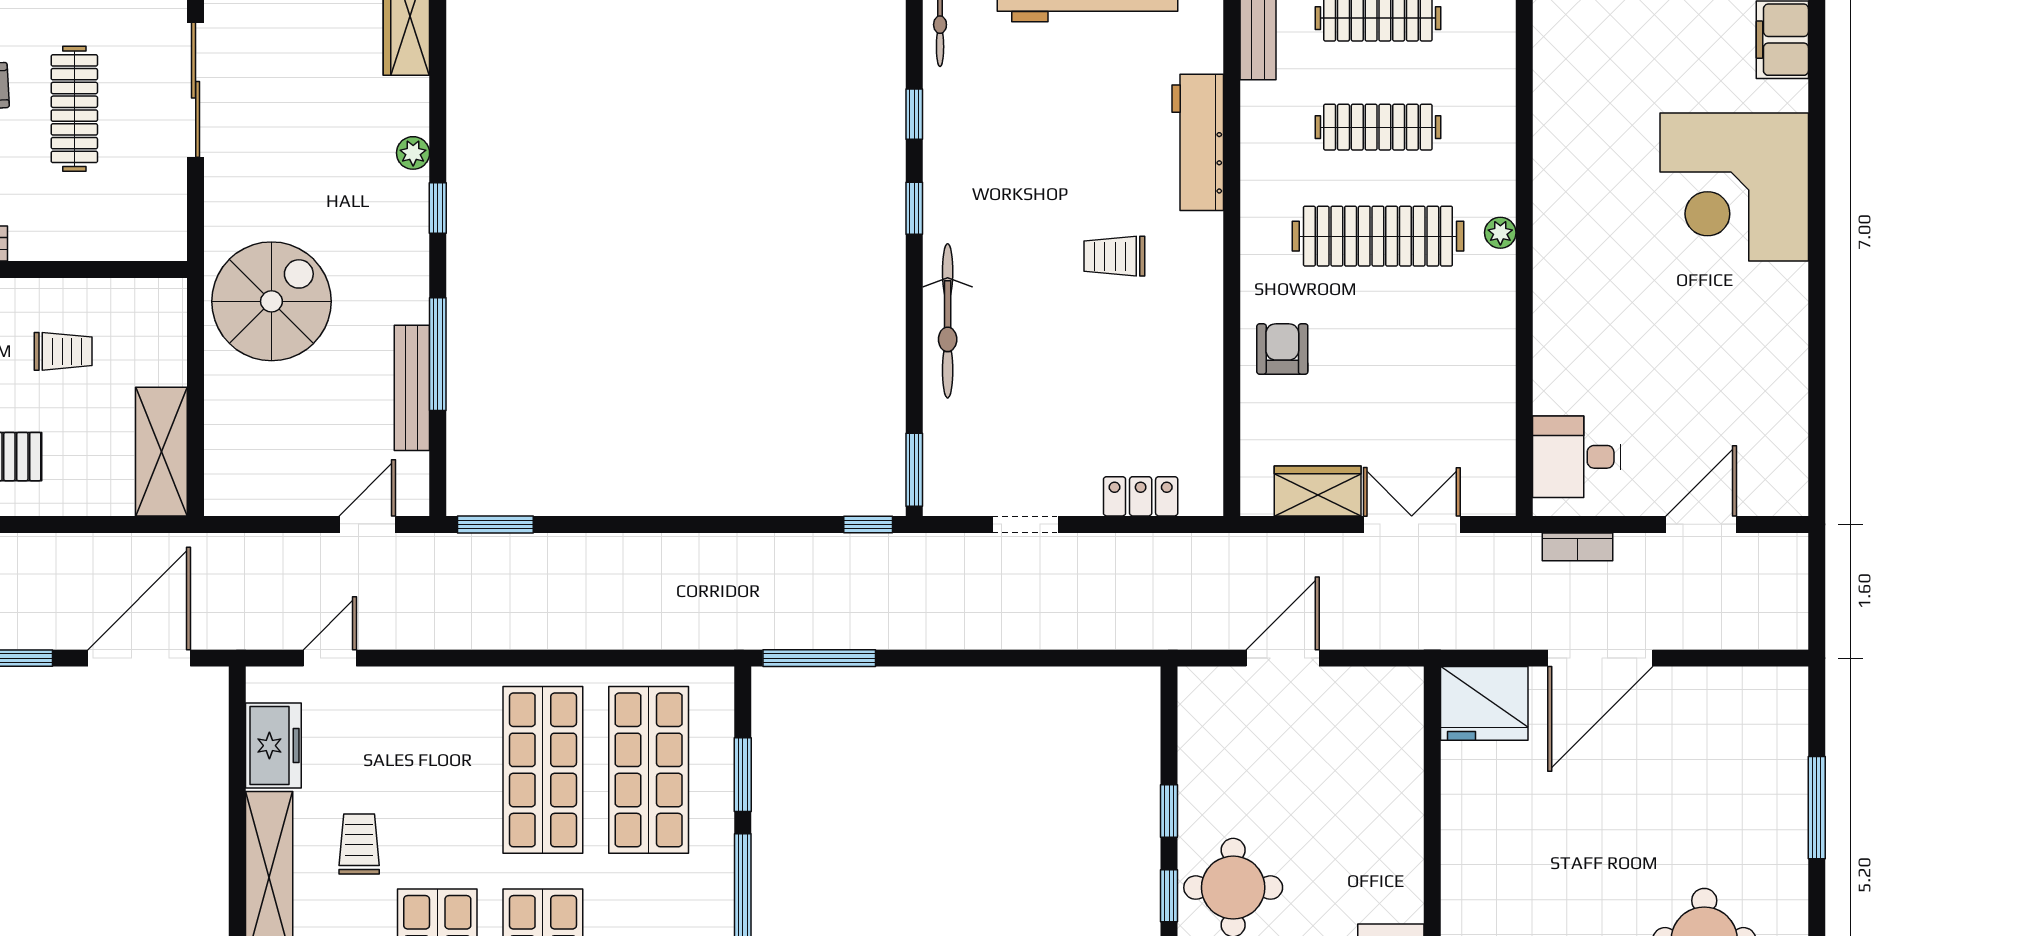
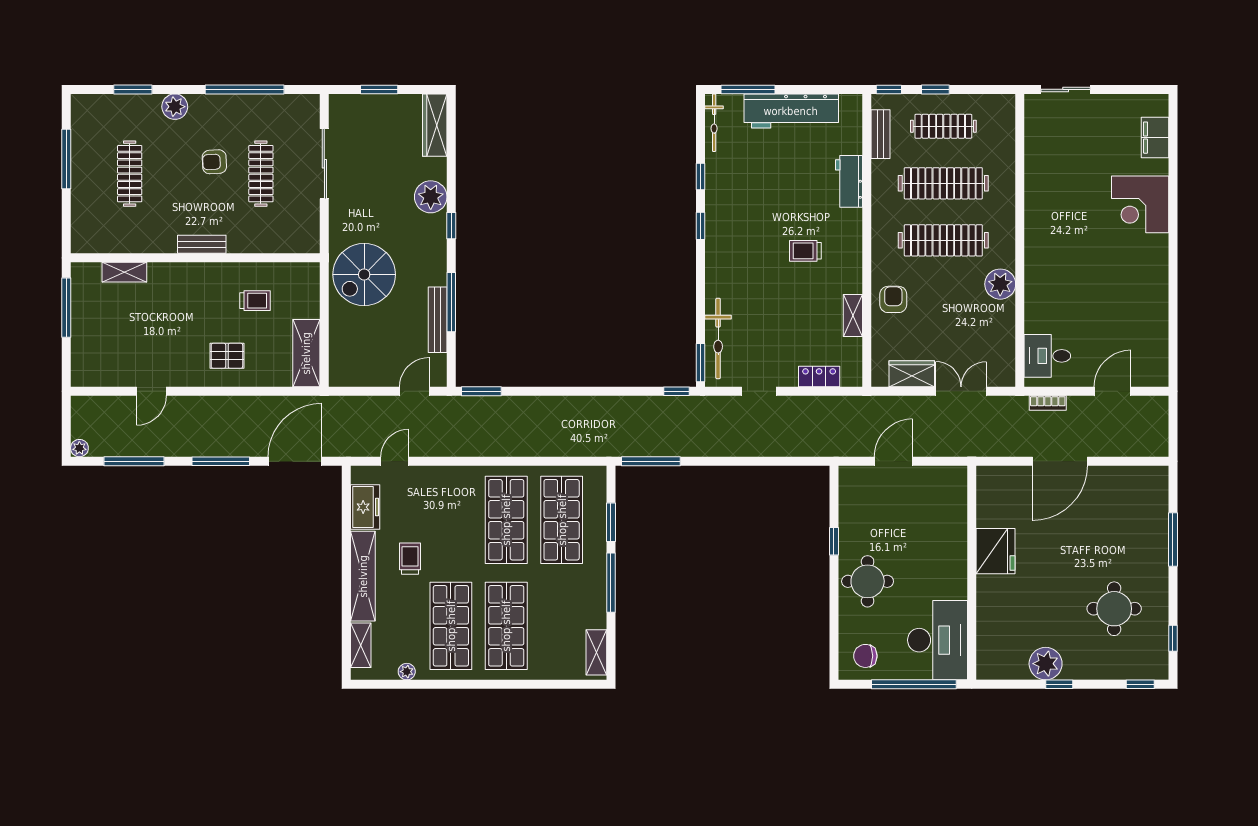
clothes rail: (1378, 127) -> (943, 183), width x1.37, depth x1.31
workbench: (1198, 142) -> (849, 181), width x0.73
plant: (413, 153) -> (431, 197), width x1.88, depth x1.88
corner desk: (1734, 187) -> (1140, 204), width x0.74, depth x0.74
plant: (1500, 233) -> (1000, 284), moved, width x1.87, depth x1.87
spiral stairs: (271, 301) -> (364, 275), turned 180
bicycle: (948, 321) -> (718, 338), moved
shelving: (1205, 380) -> (853, 316), added
fridge: (1484, 703) -> (995, 551), moved, turned -90
window: (1169, 896) -> (834, 586), removed

